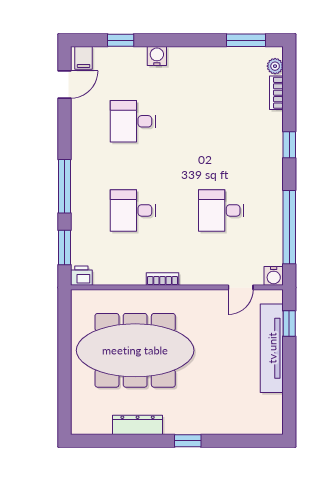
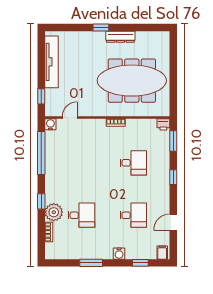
window: (246, 40) -> (91, 263), moved
plant: (275, 66) -> (54, 212), moved, width x1.88, depth x1.88
door: (65, 84) -> (173, 222), moved
window: (65, 186) -> (173, 177), width x0.46
desk: (221, 210) -> (81, 215), moved
tv unit: (272, 348) -> (51, 62), moved
dresser: (138, 425) -> (120, 37), moved

